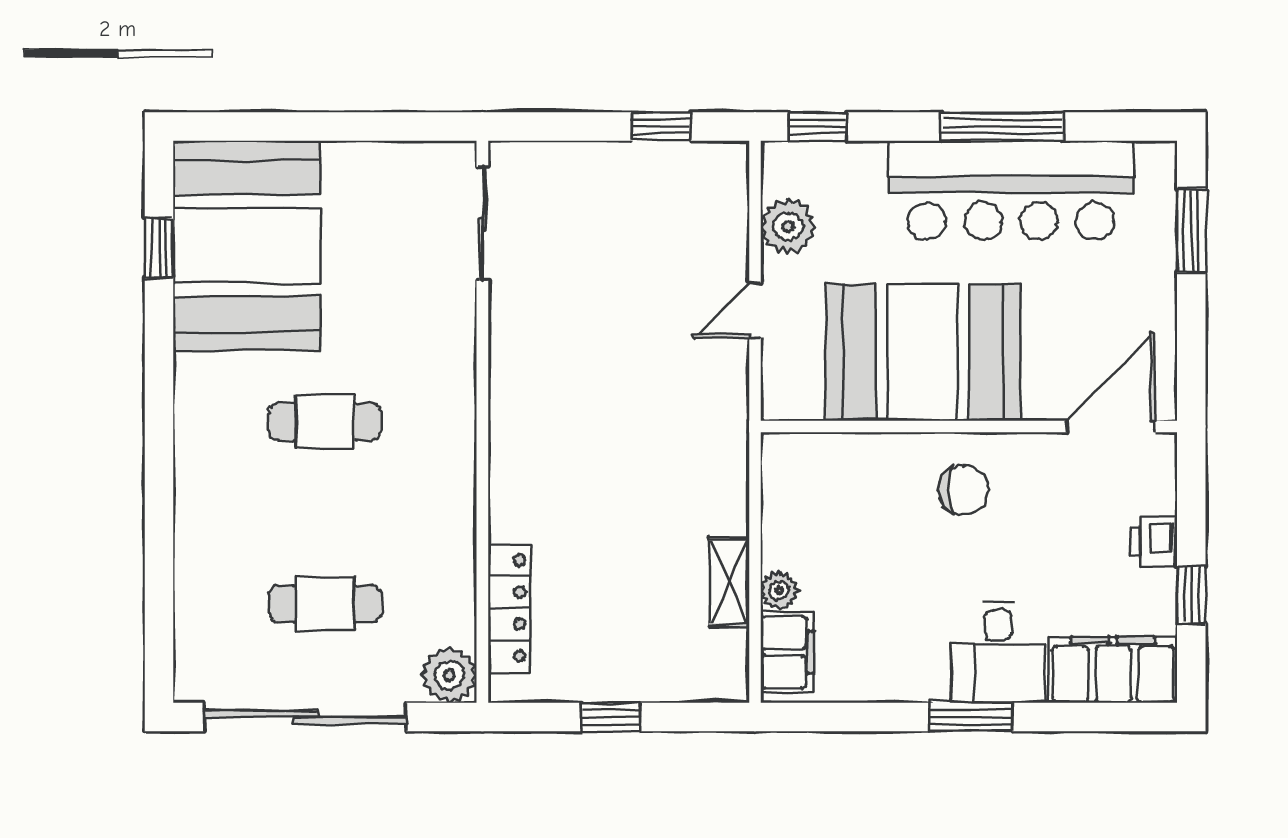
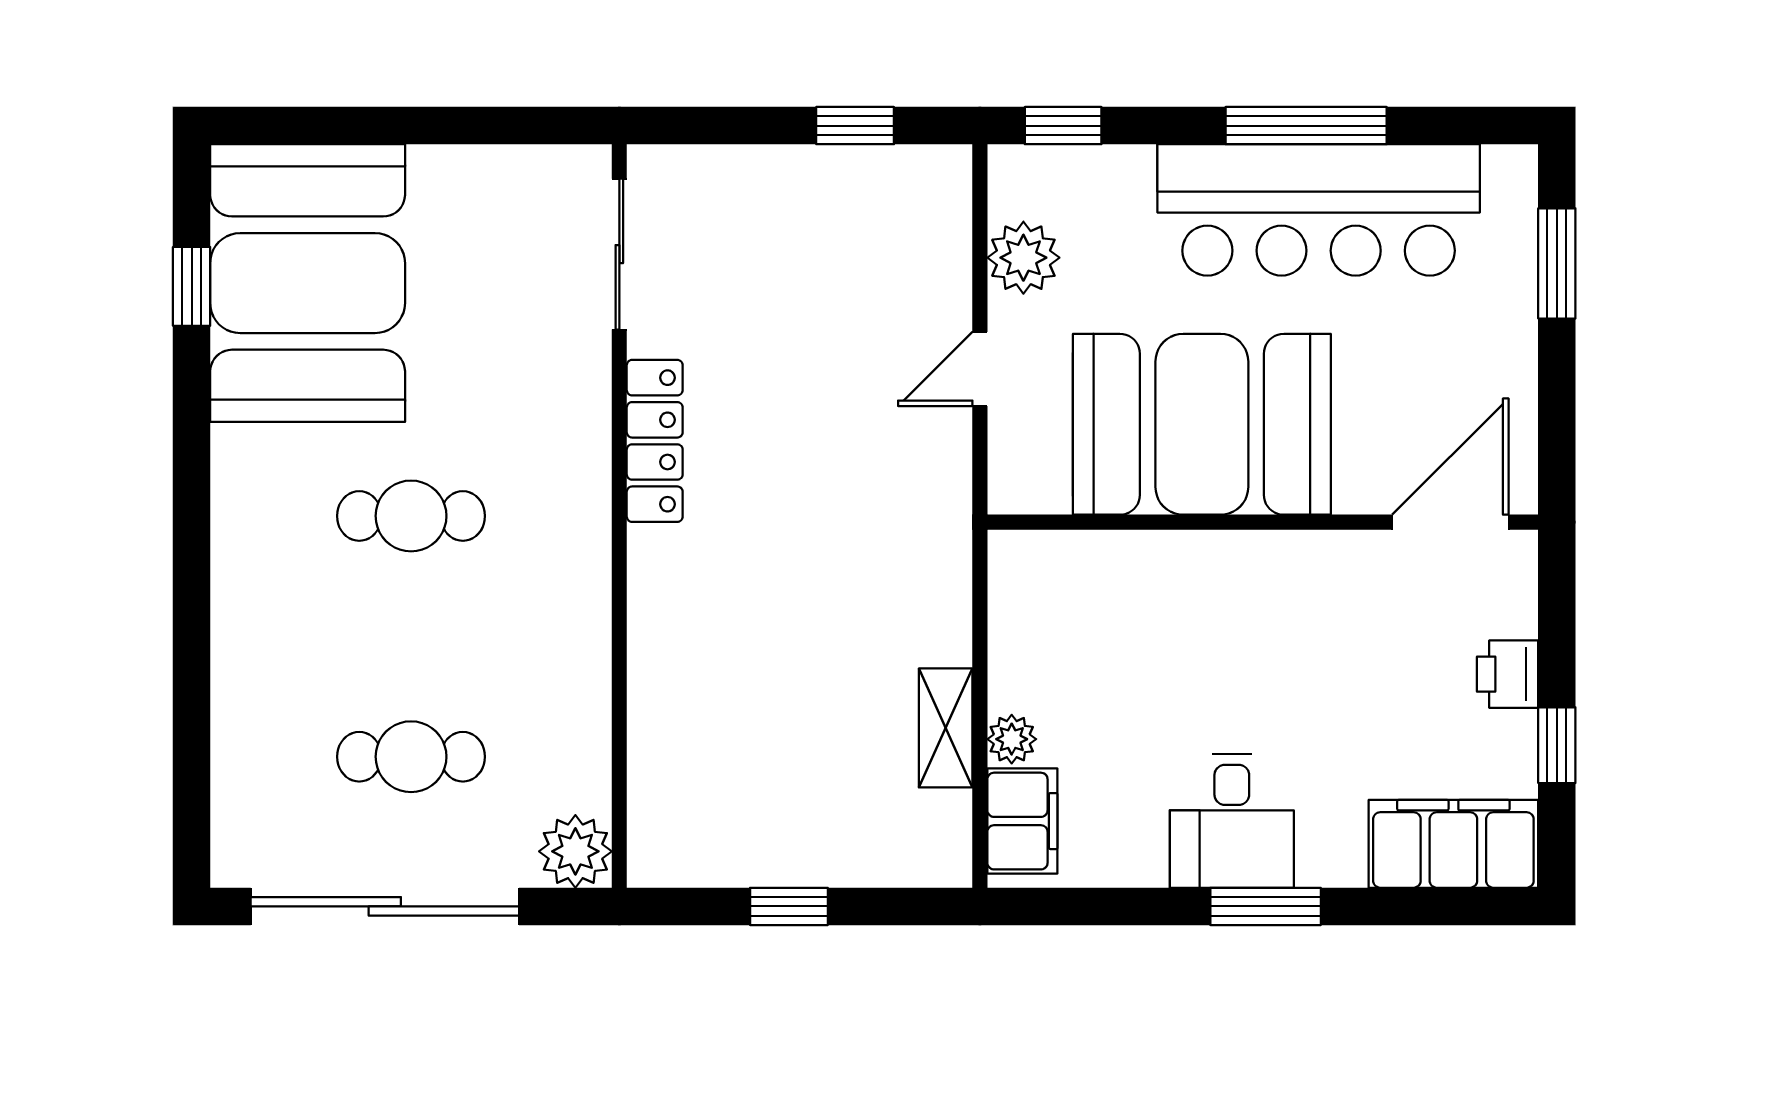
chair: (964, 490) -> (1256, 607), removed
locker: (509, 608) -> (655, 441), moved
desk: (998, 652) -> (1232, 821), moved

